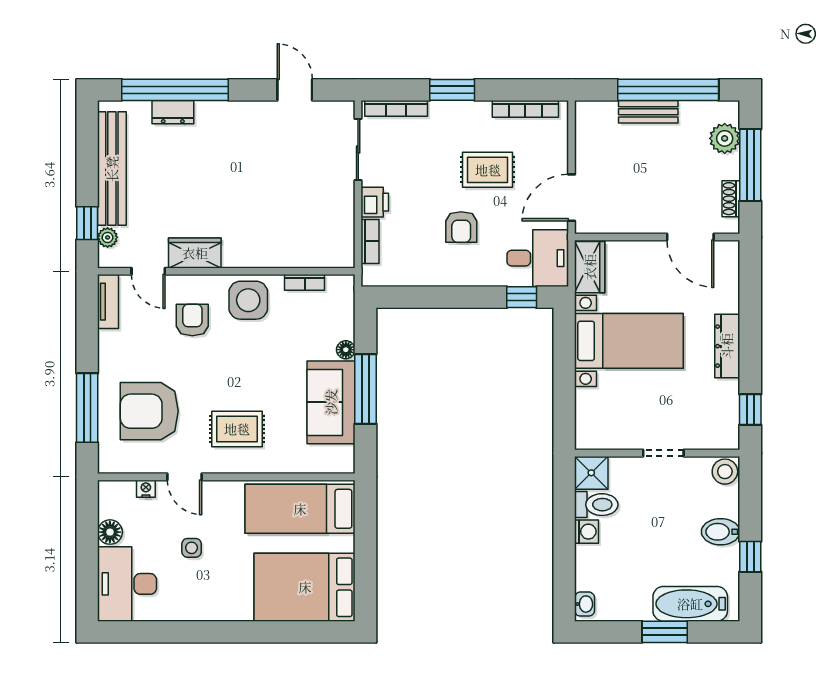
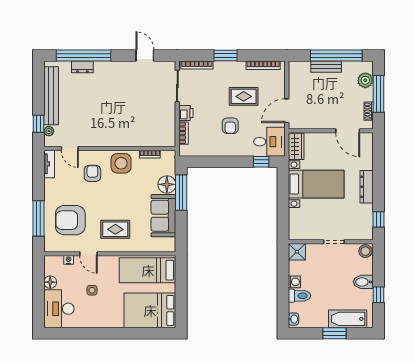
wardrobe: (195, 253) -> (94, 139), removed
floor lamp: (346, 350) -> (167, 184), width x1.89, depth x1.89
window: (365, 389) -> (181, 193), moved
toilet: (596, 505) -> (299, 296), moved

